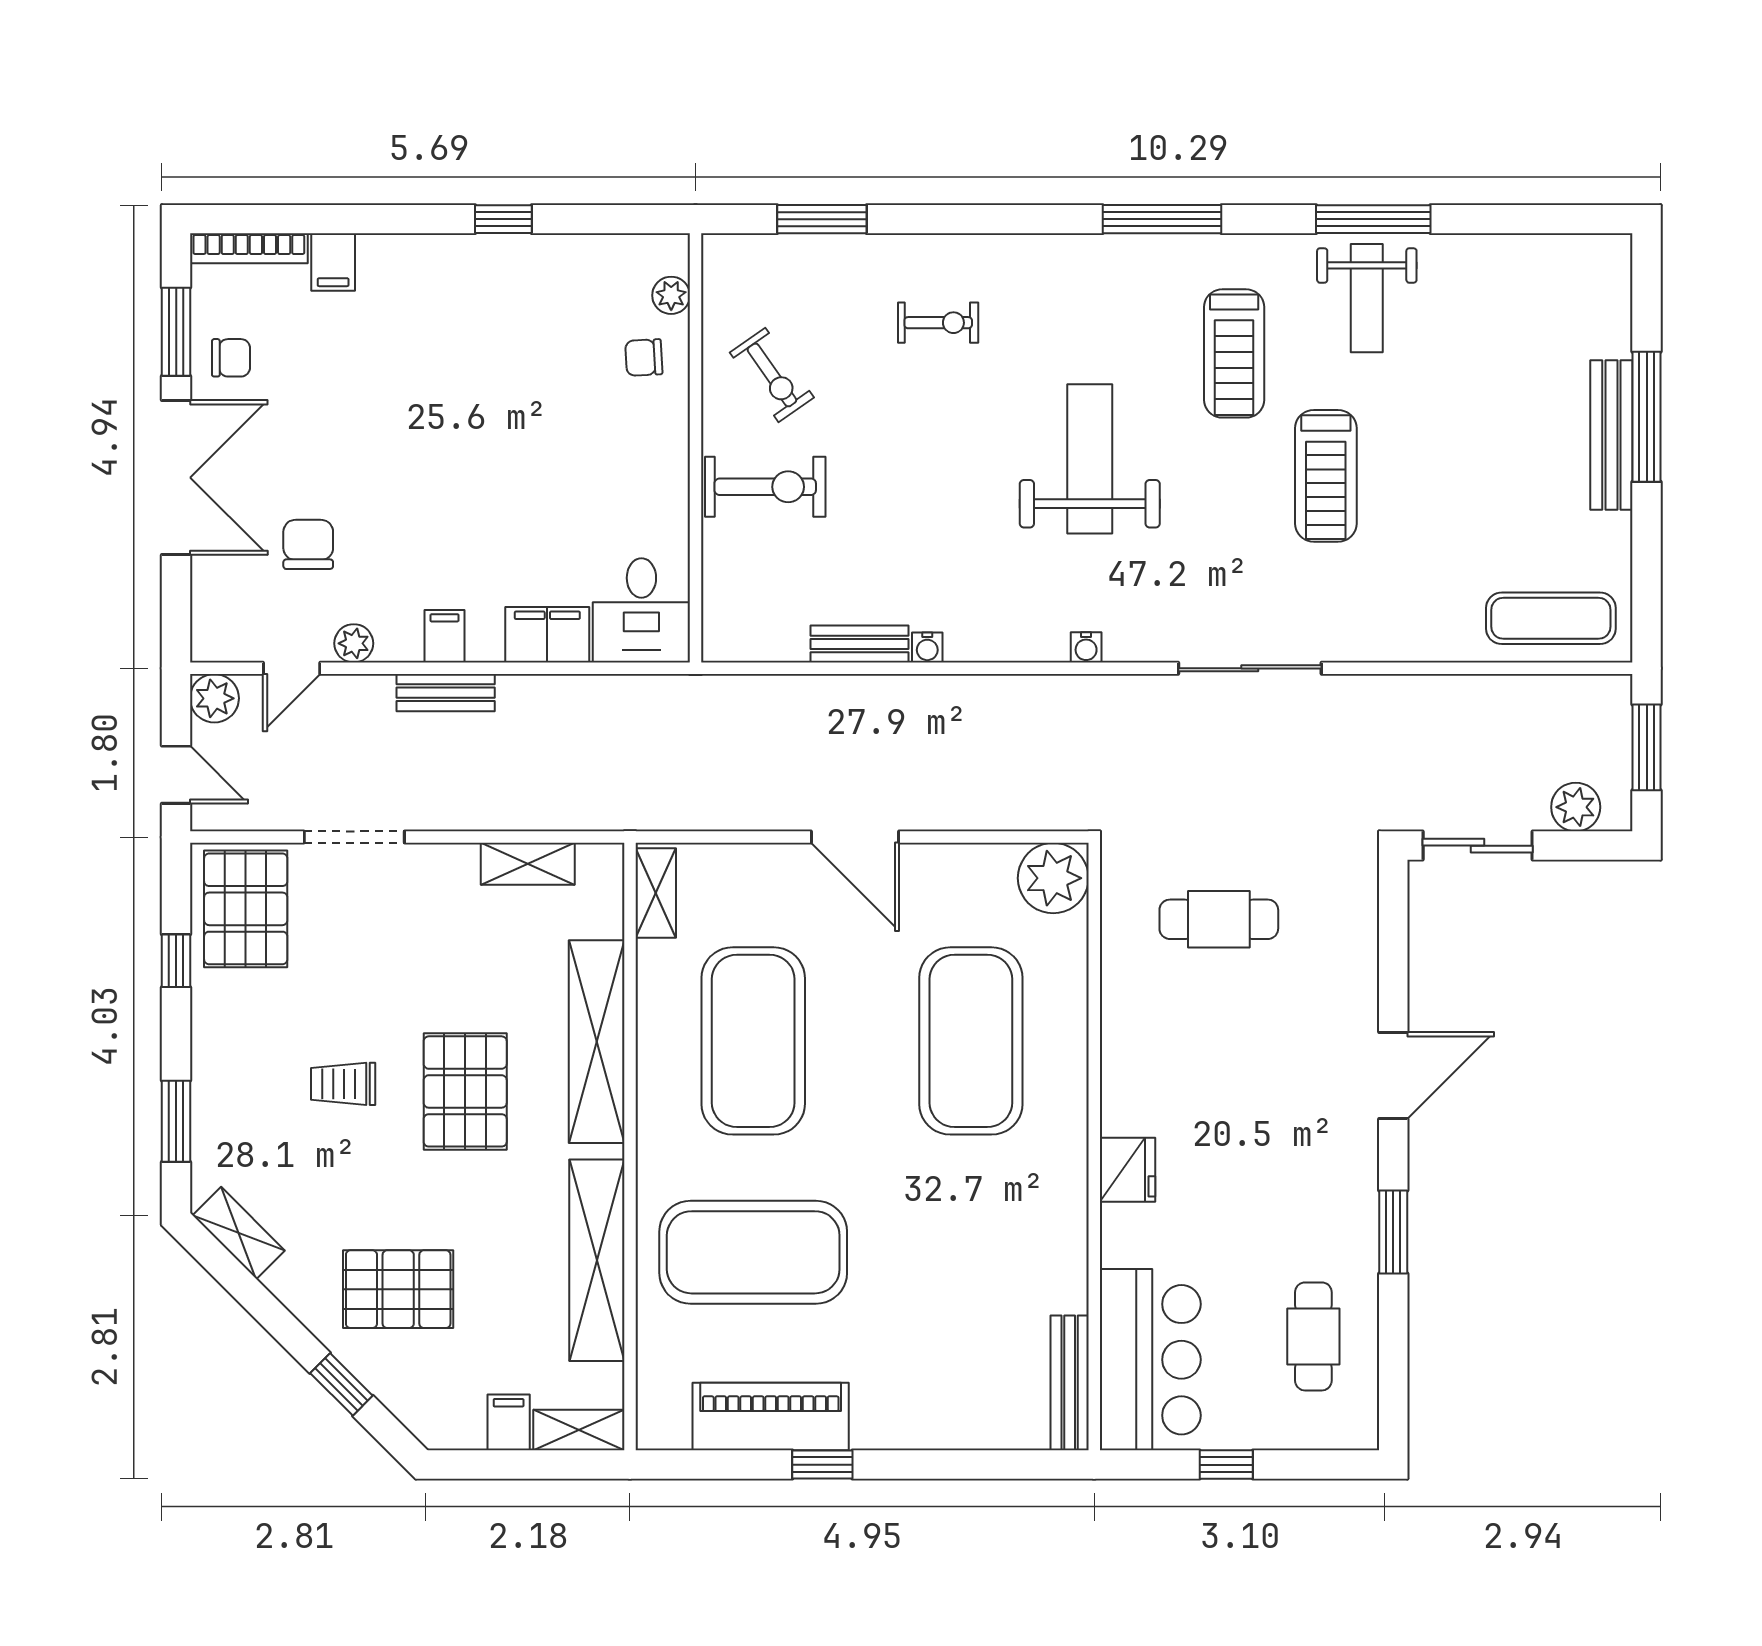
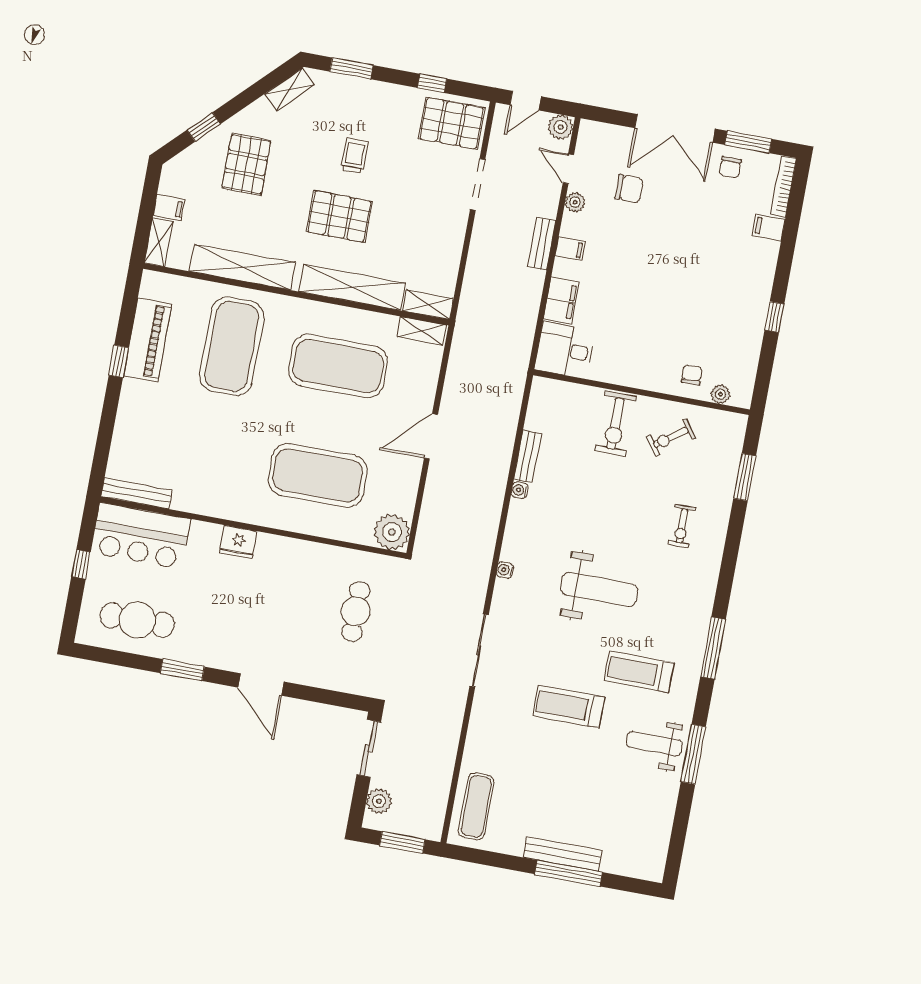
shelving: (528, 864) -> (428, 305), moved, turned 90
cafe table: (1313, 1336) -> (137, 620), width x1.37, depth x1.35

